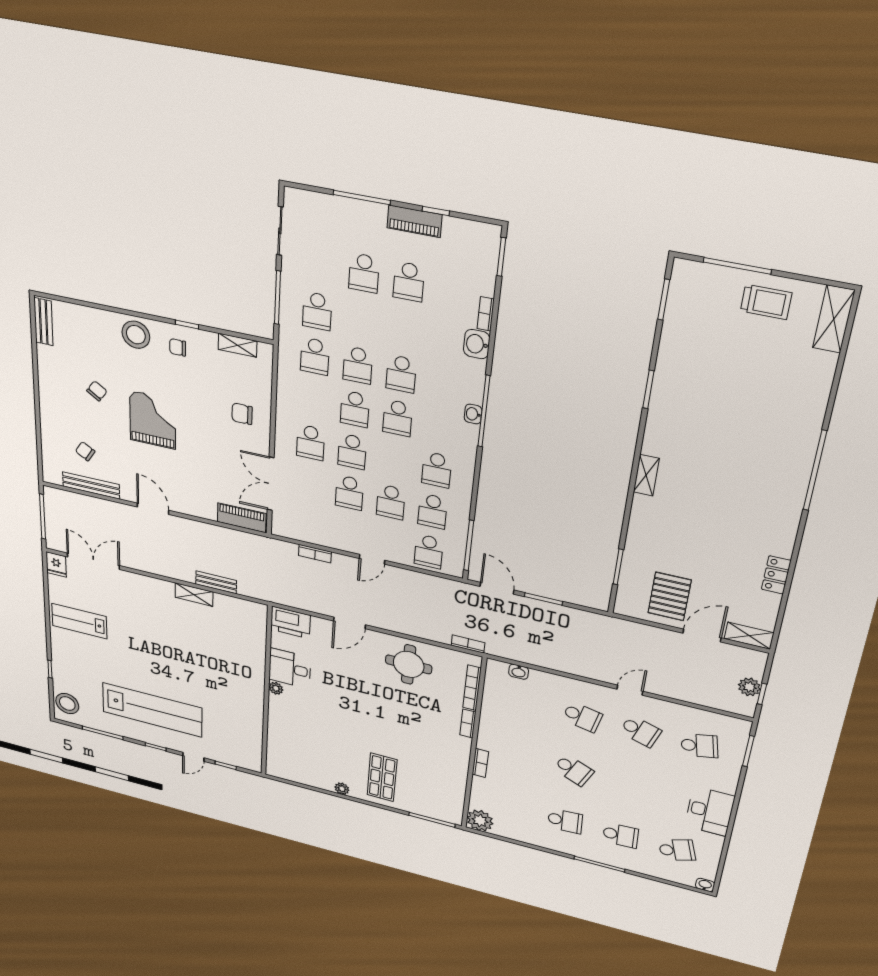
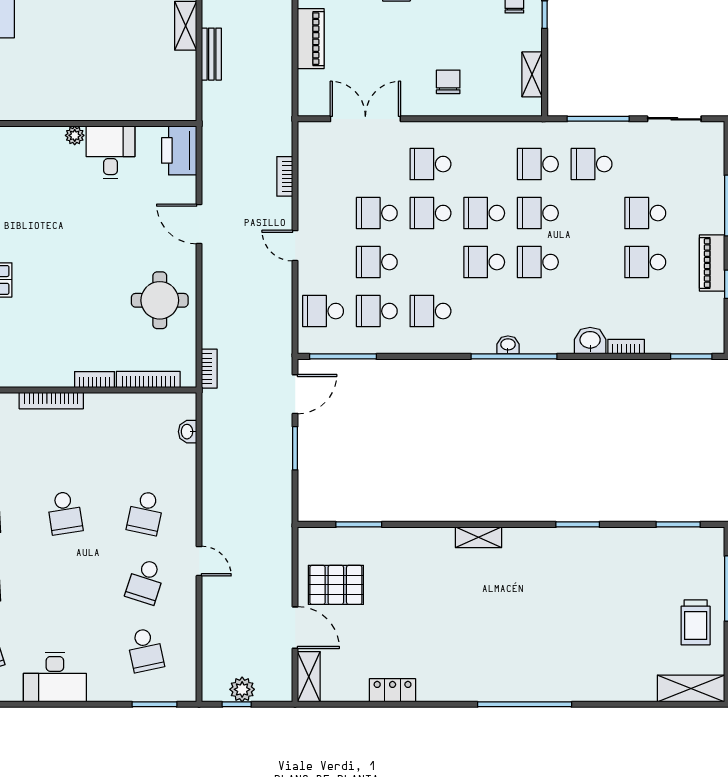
piano: (242, 518) -> (311, 39), moved
bookcase: (480, 763) -> (51, 401), width x1.56
school desk: (574, 770) -> (65, 513), turned -33

